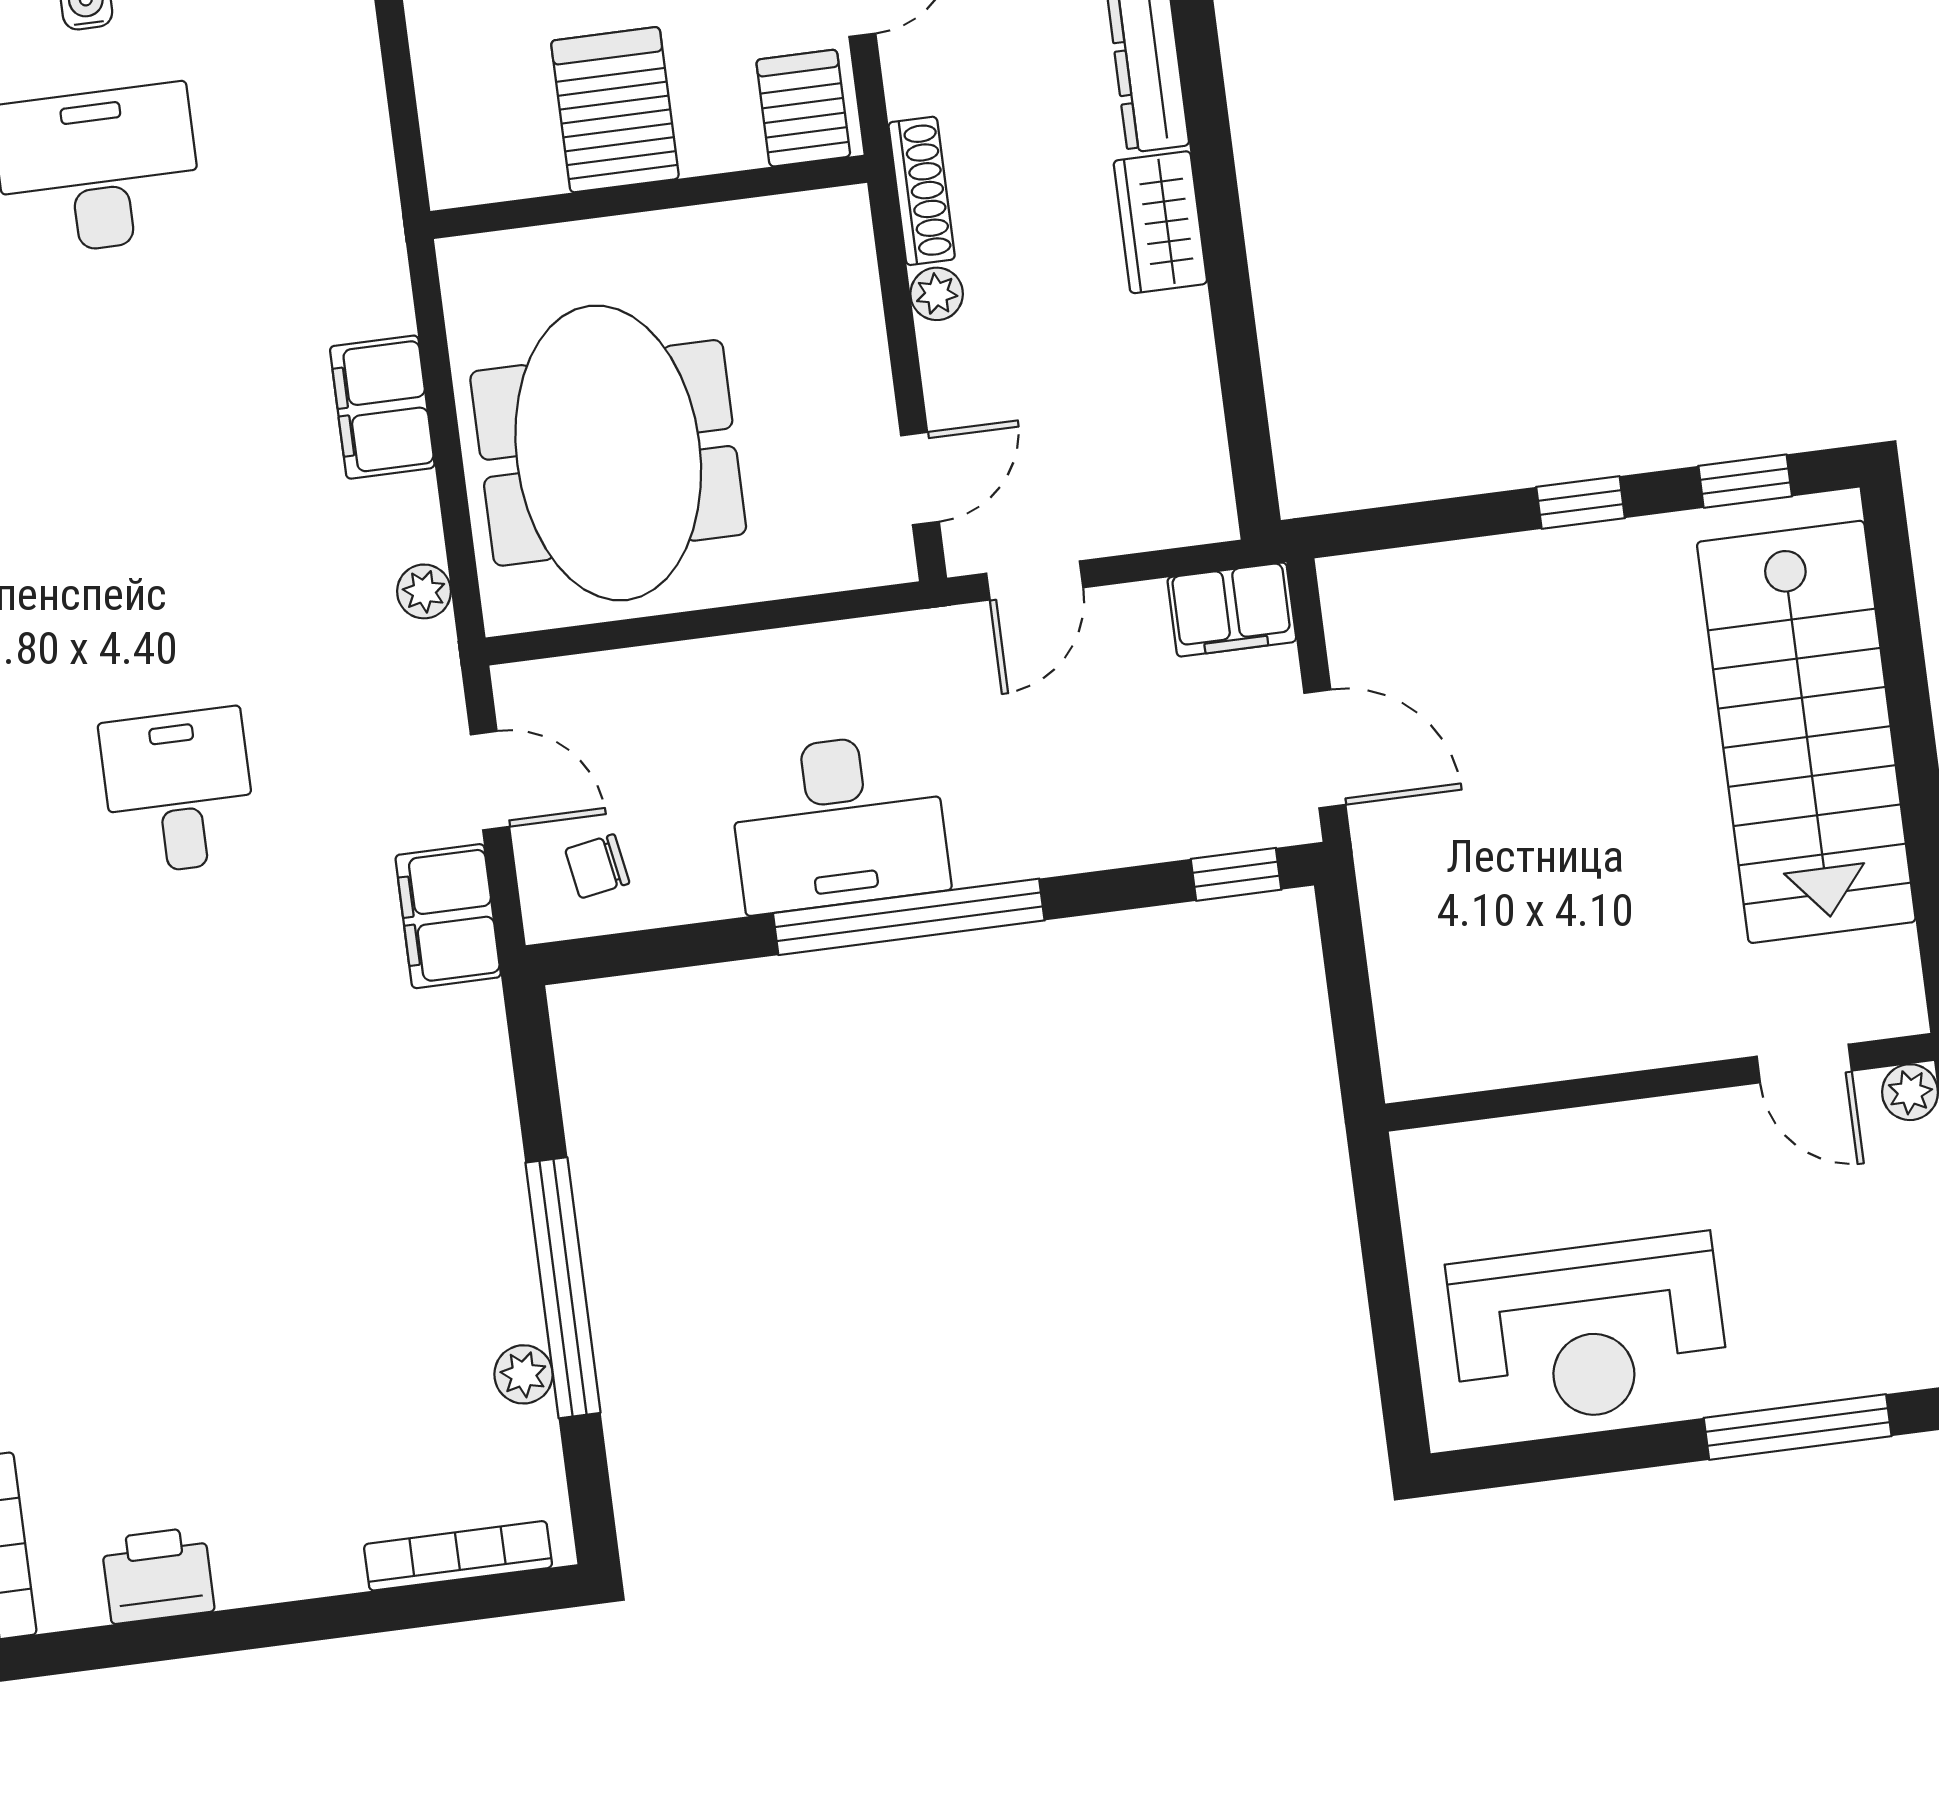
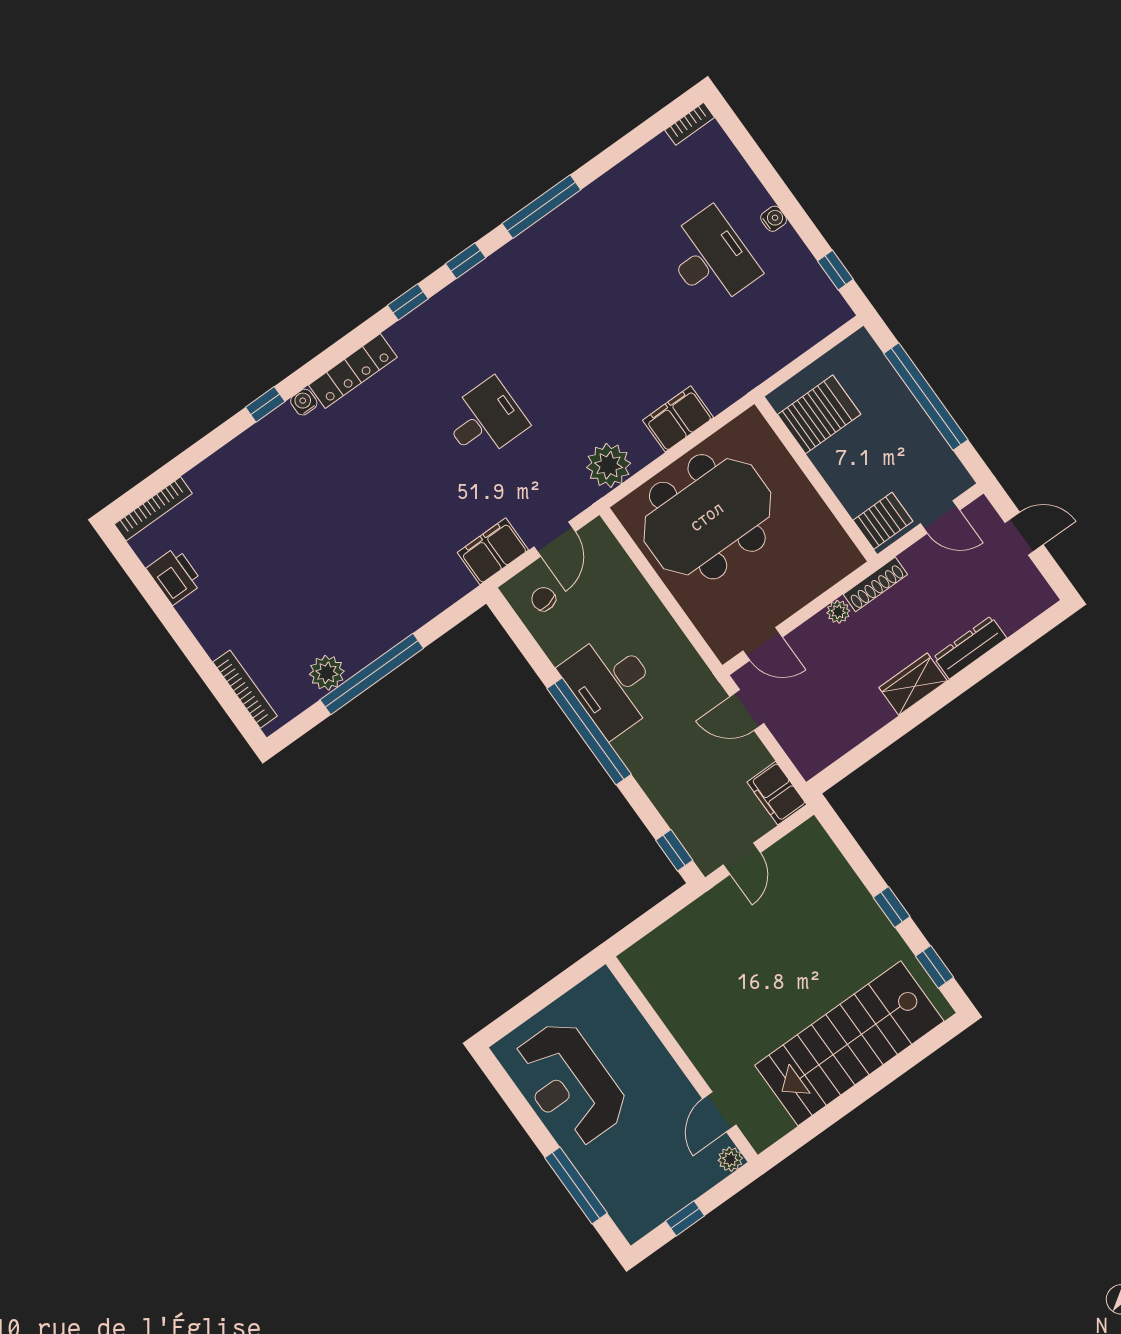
server rack: (615, 110) -> (819, 414), moved
plant: (424, 591) -> (609, 465), width x1.87, depth x1.87
door: (1325, 749) -> (742, 859), width x0.73
plant: (523, 1374) -> (327, 673), width x1.38, depth x1.38

